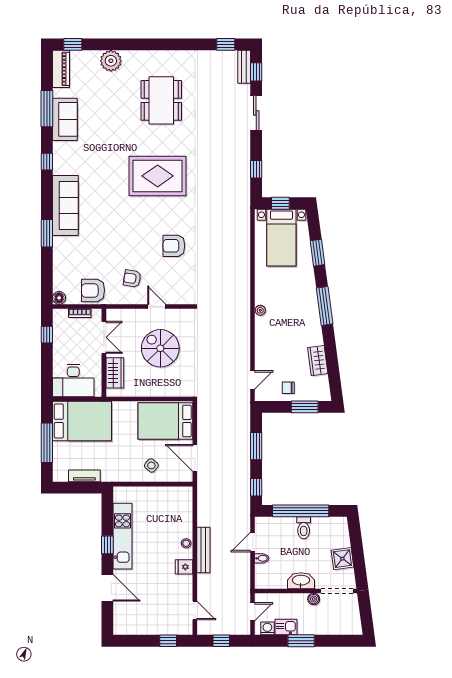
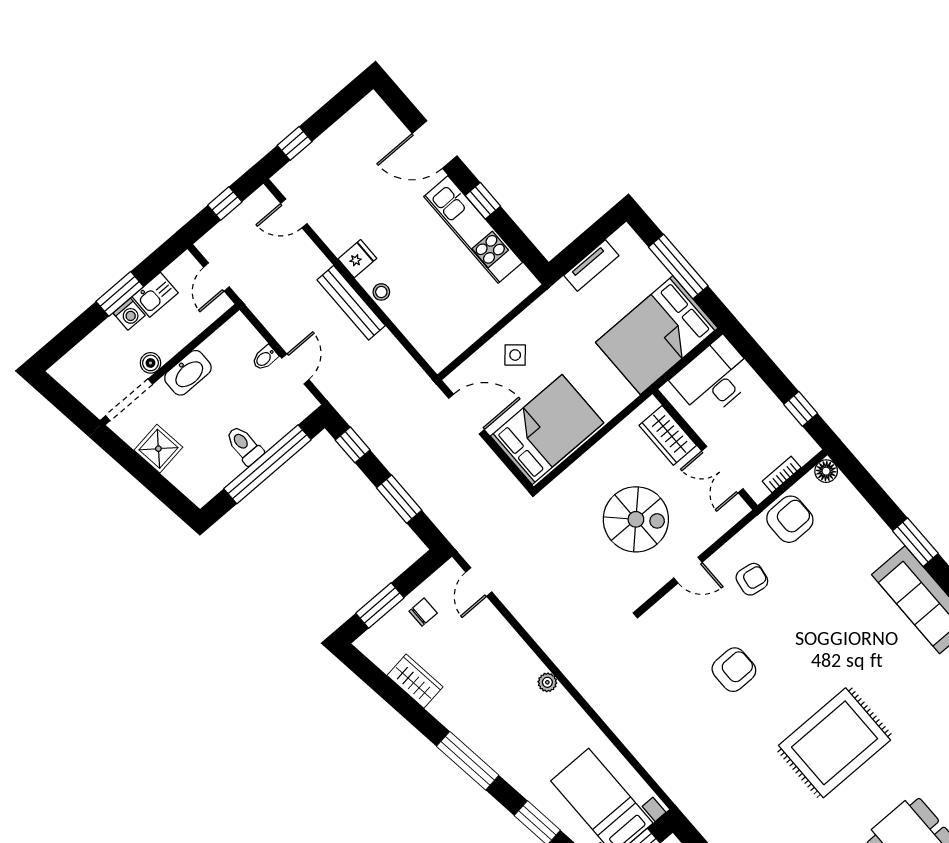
washing machine: (267, 628) -> (129, 314), moved

